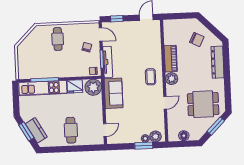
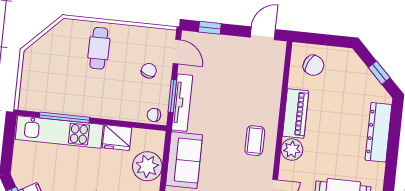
window: (213, 29) -> (379, 73), added
chair: (197, 40) -> (313, 65), moved
plant: (93, 87) -> (147, 166), moved

